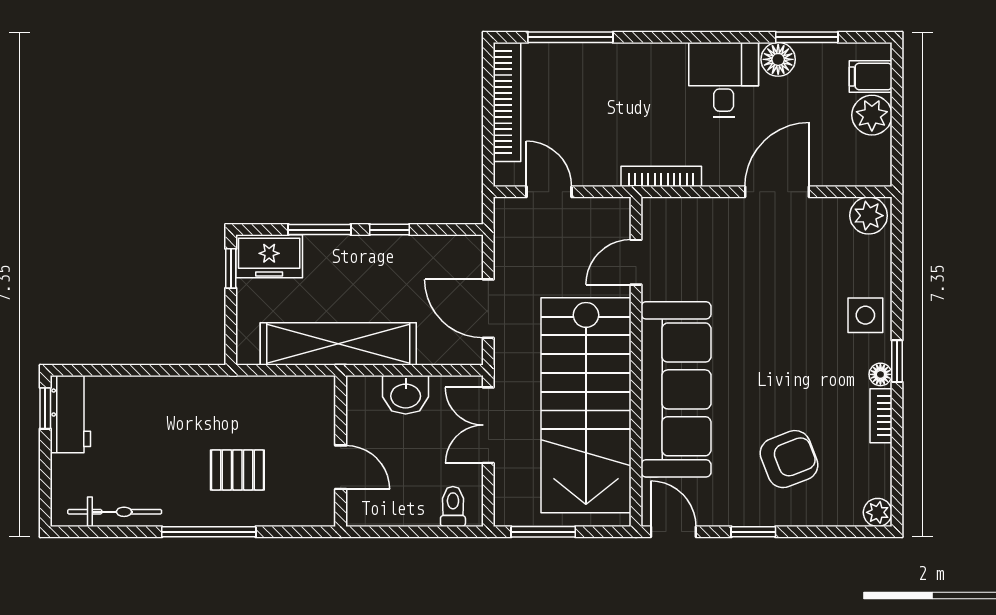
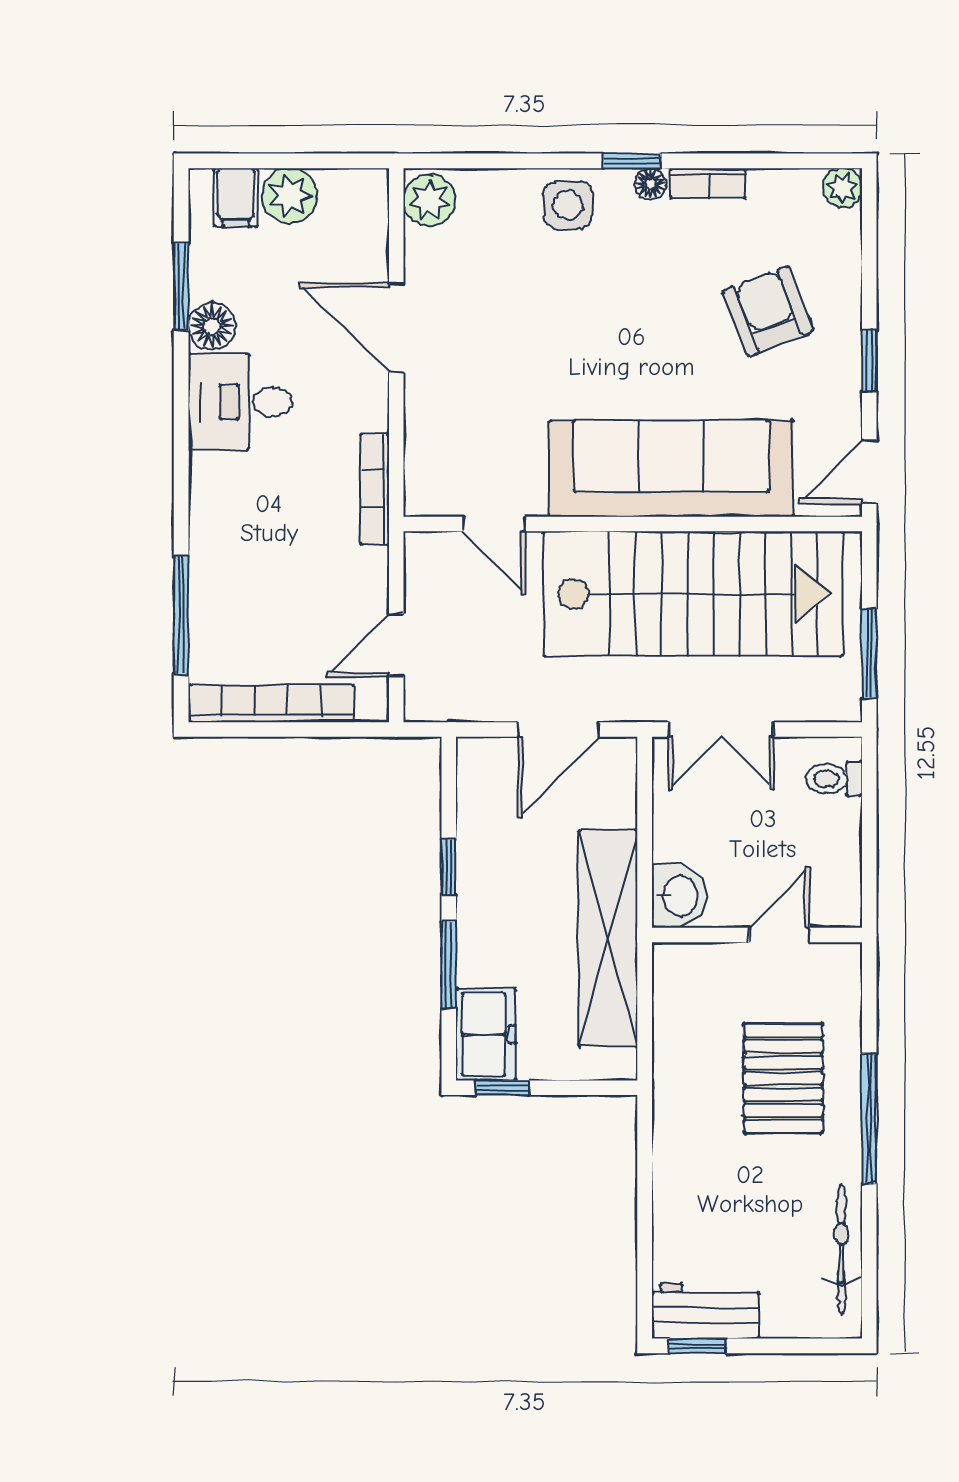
washbasin: (406, 395) -> (679, 896), moved
pallet: (237, 470) -> (783, 1078), width x1.50, depth x1.42

